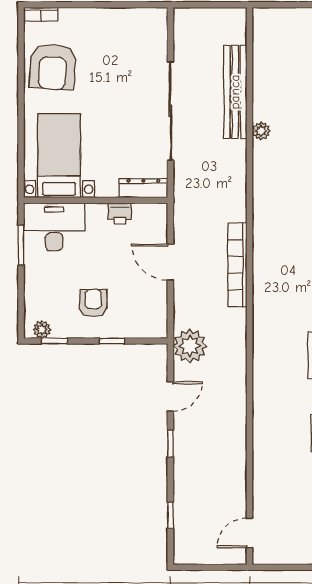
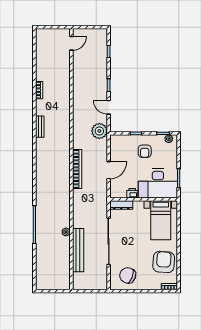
chair: (130, 38) -> (128, 275), added
desk: (54, 227) -> (158, 183), width x1.36, depth x1.30
door: (170, 262) -> (109, 170), hinge flipped
door: (170, 397) -> (109, 107), hinge flipped

